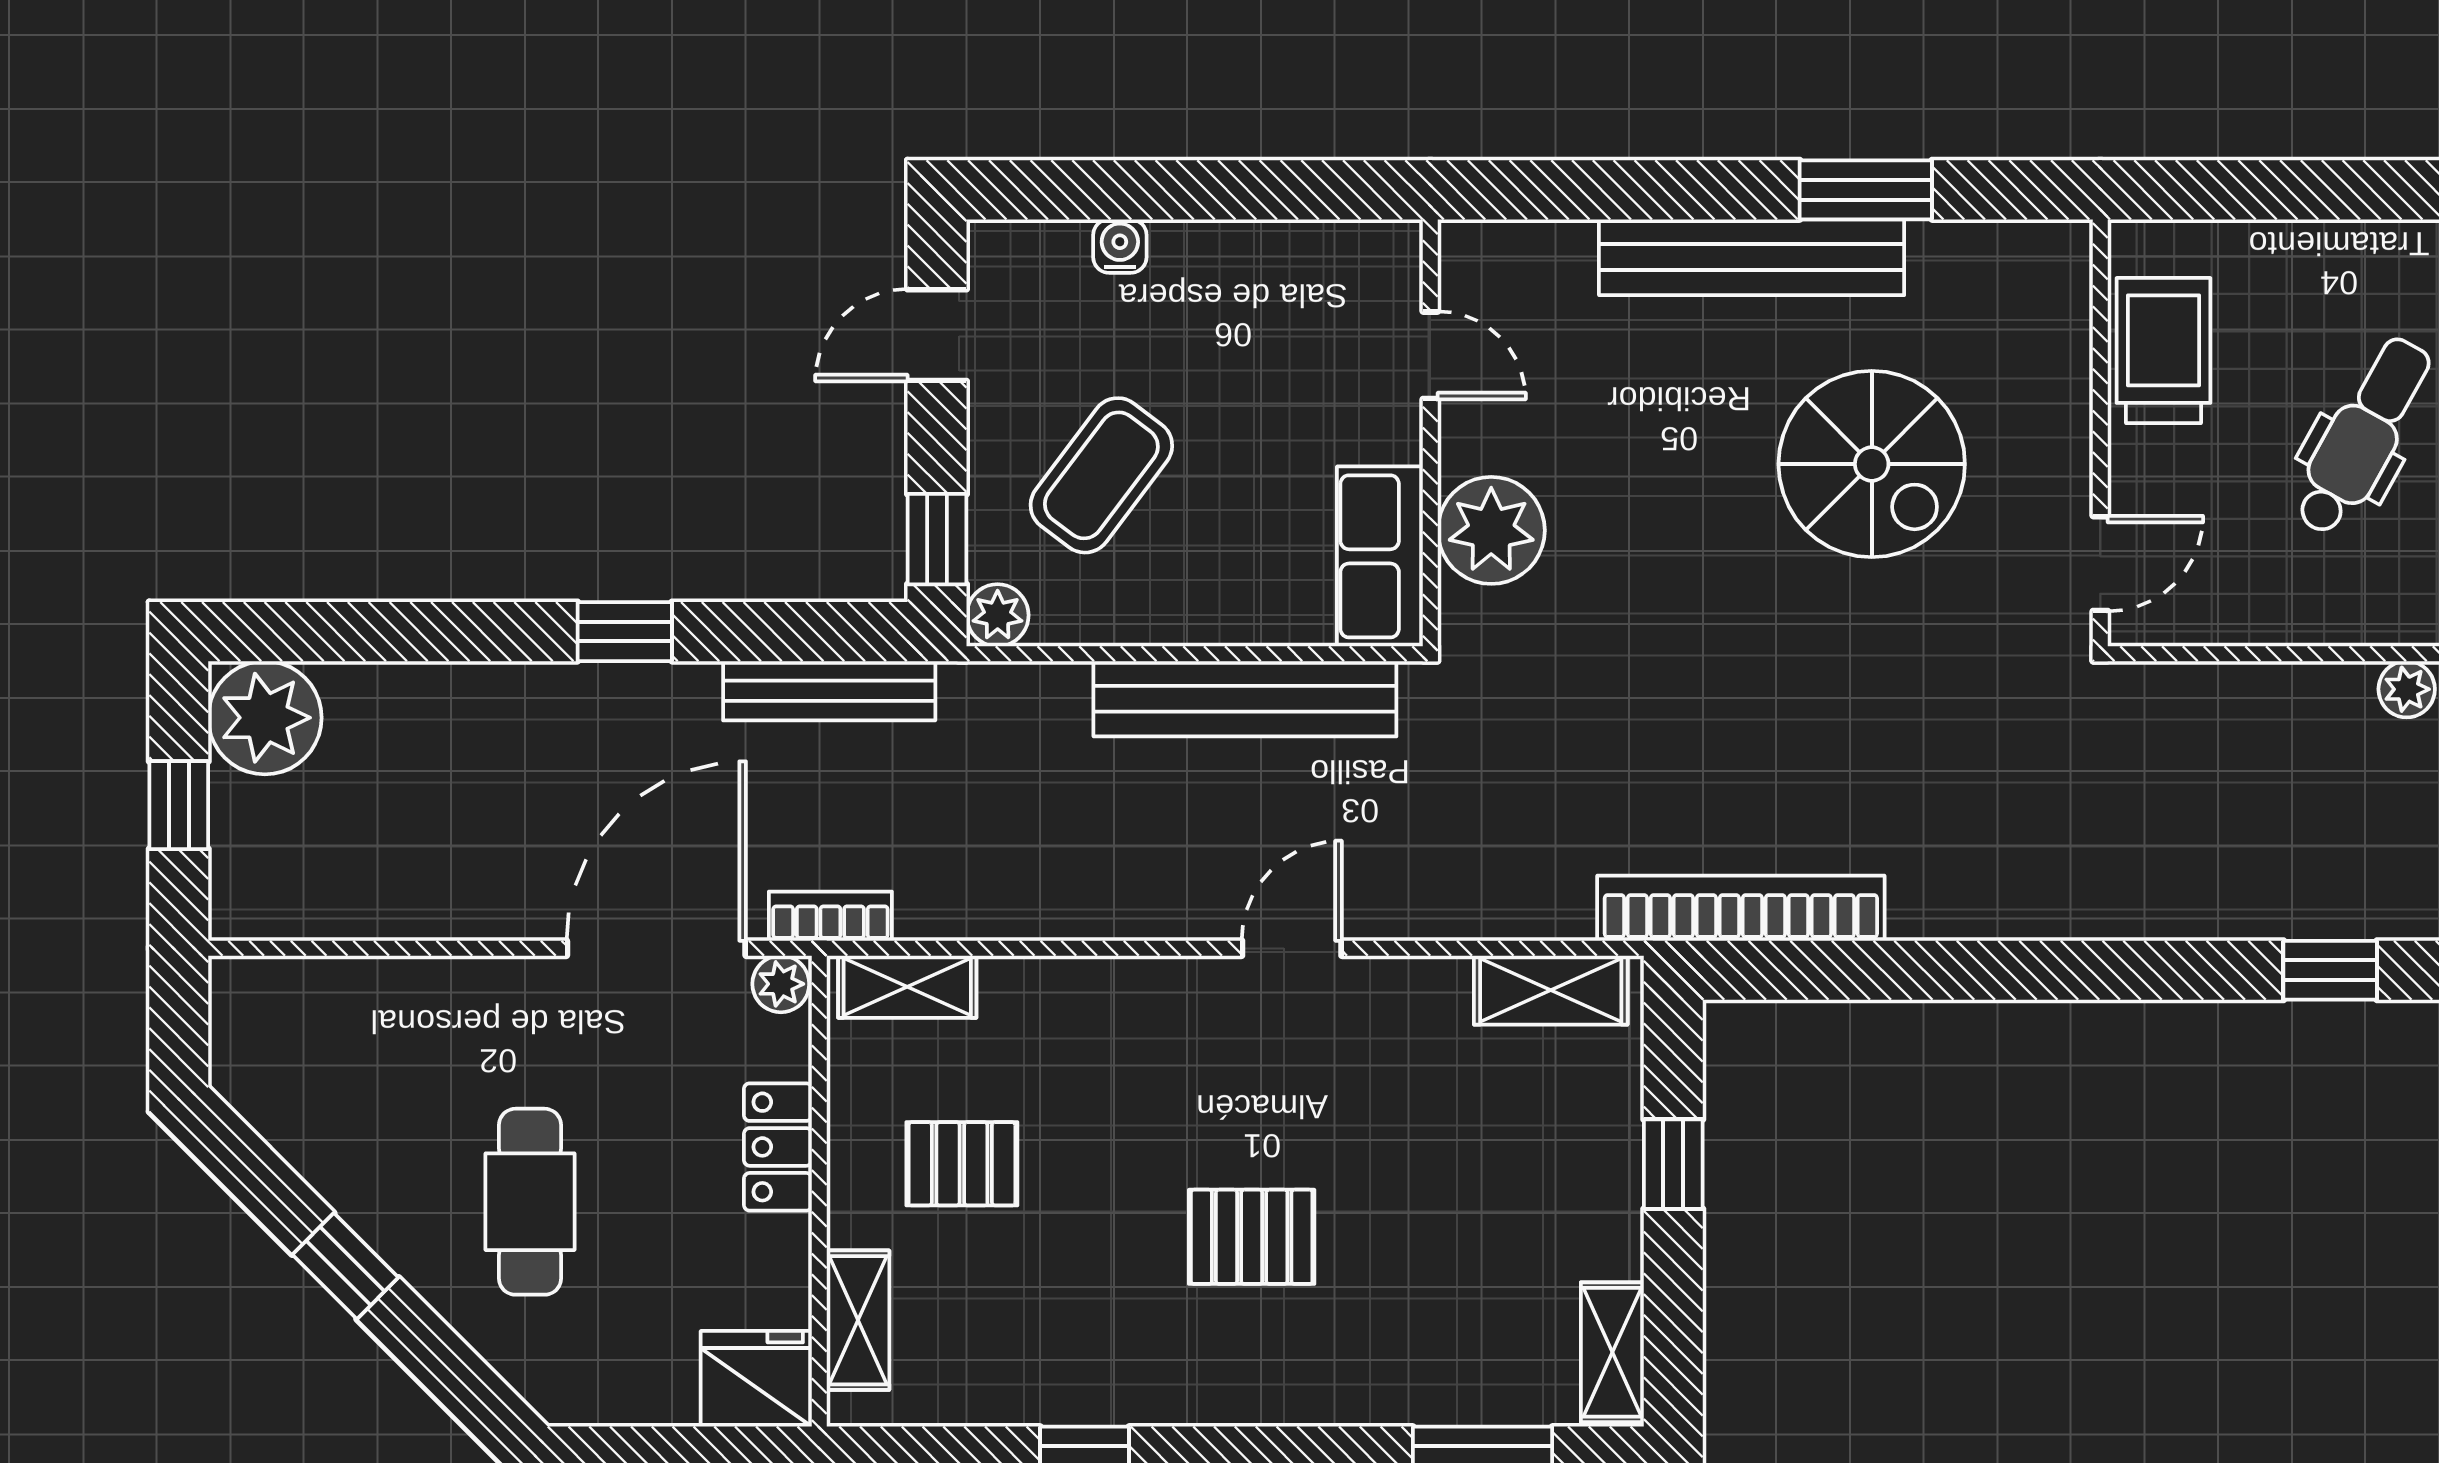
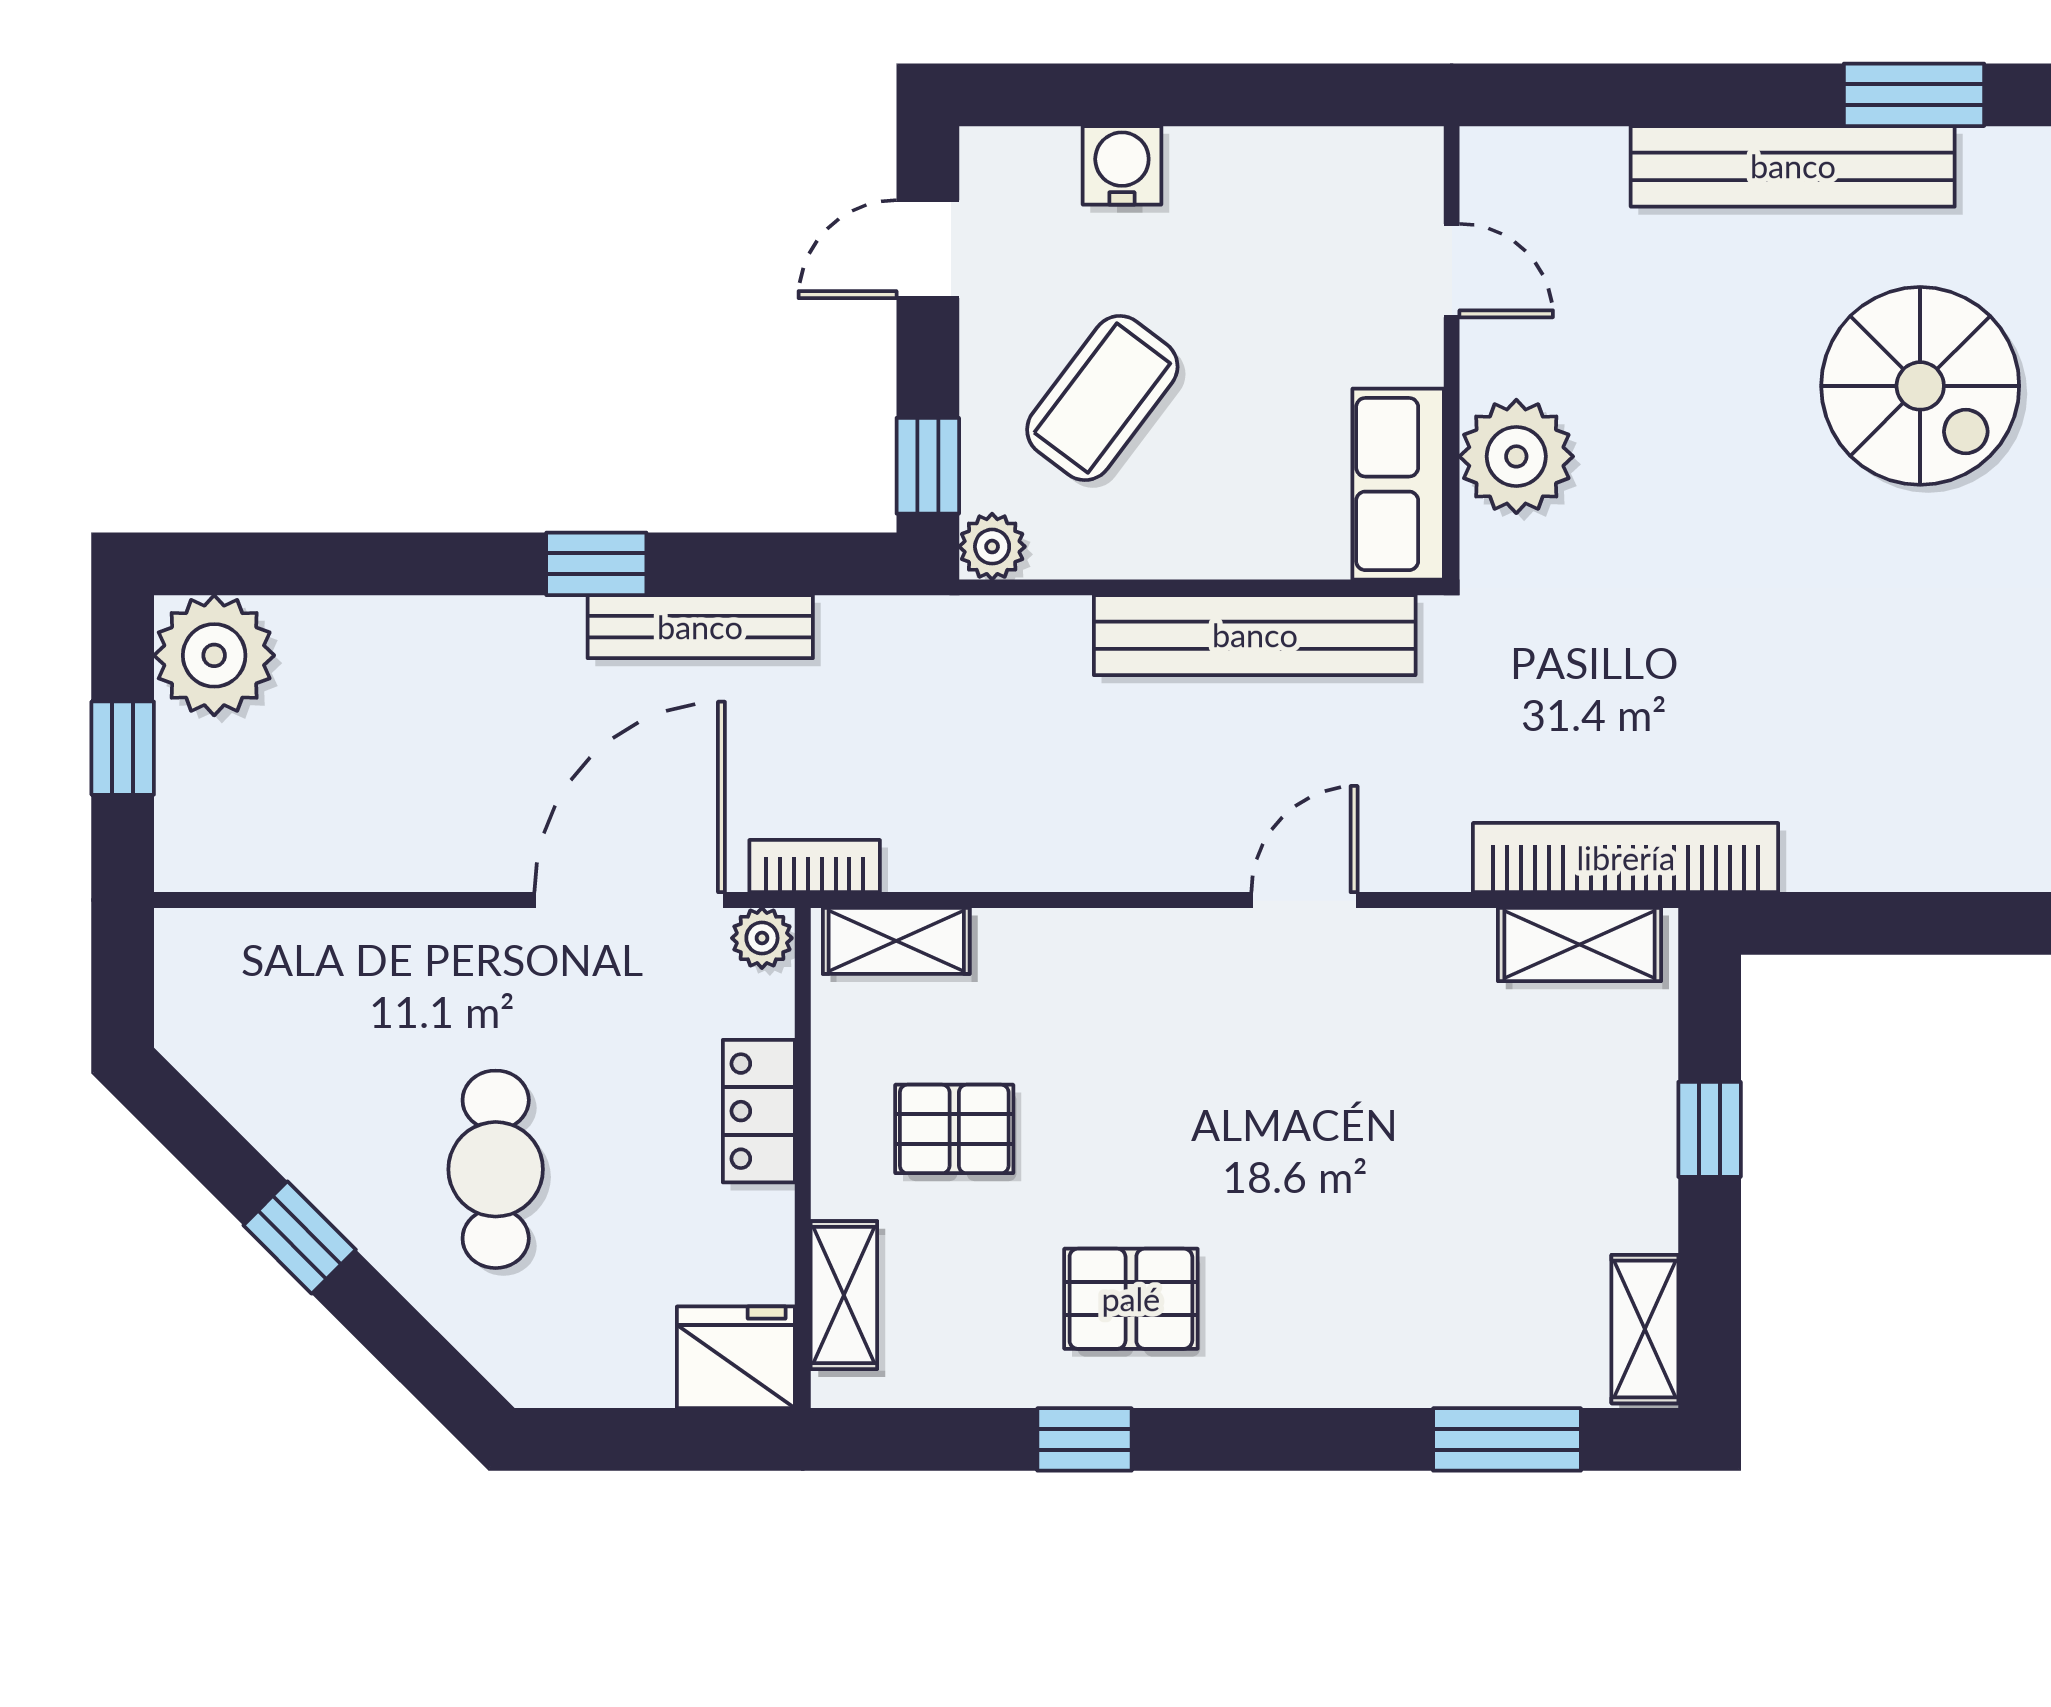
water cooler: (1120, 246) -> (1122, 165), width x1.38, depth x1.38
bench: (829, 691) -> (700, 627), moved
bookcase: (1741, 908) -> (1626, 858), moved
pallet: (1252, 1237) -> (1131, 1299), moved

